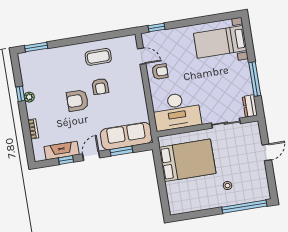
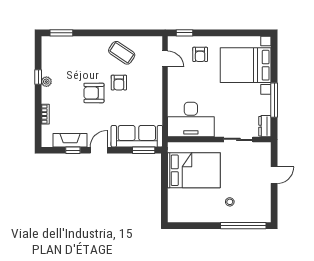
bed with nightstands: (220, 42) -> (246, 65), width x1.36
coffee table: (98, 57) -> (122, 53), turned 34
armchair: (160, 72) -> (200, 54), moved, turned 90
window: (121, 151) -> (144, 150), moved

